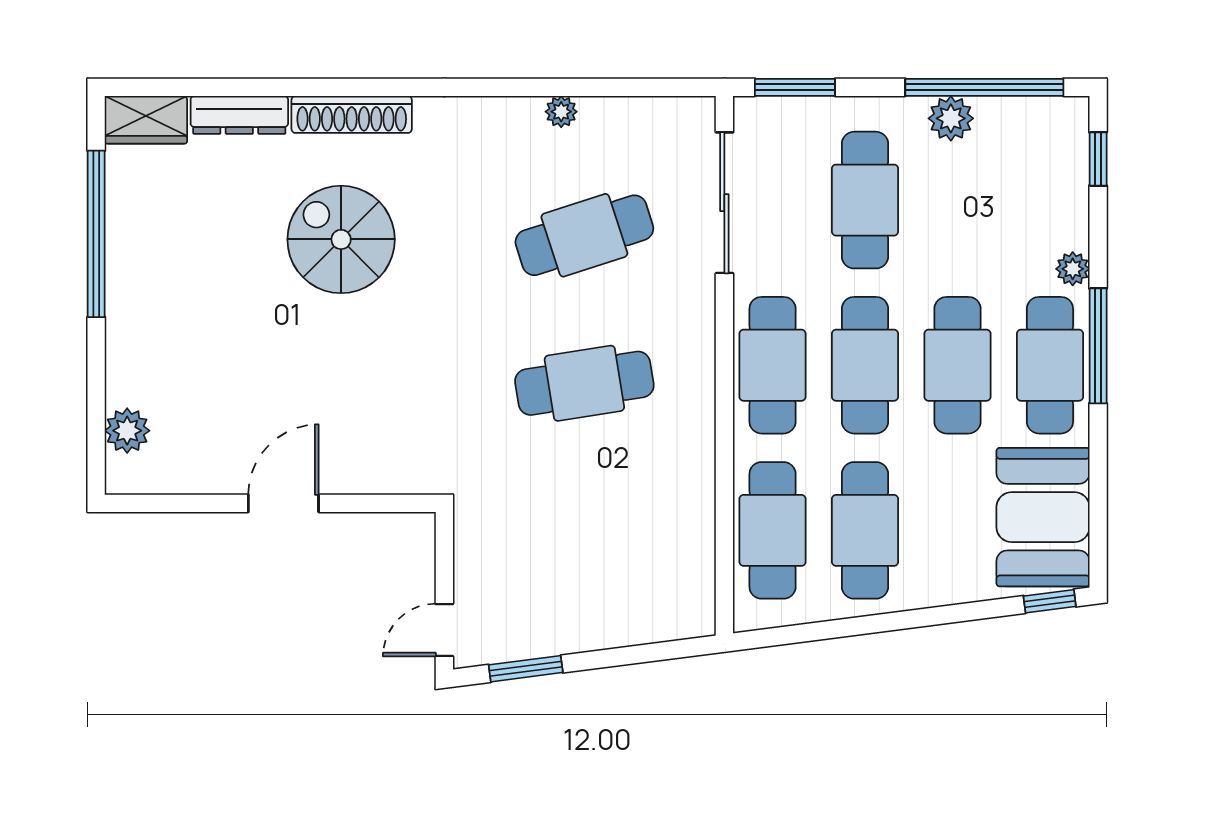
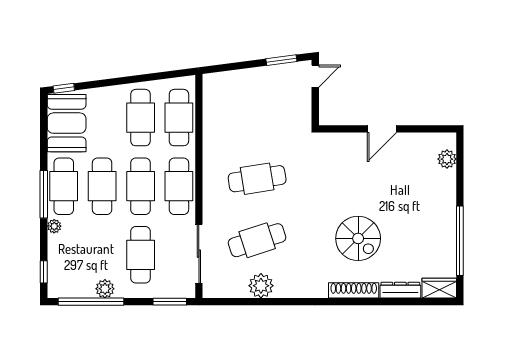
plant: (561, 112) -> (261, 286), width x1.87, depth x1.87

